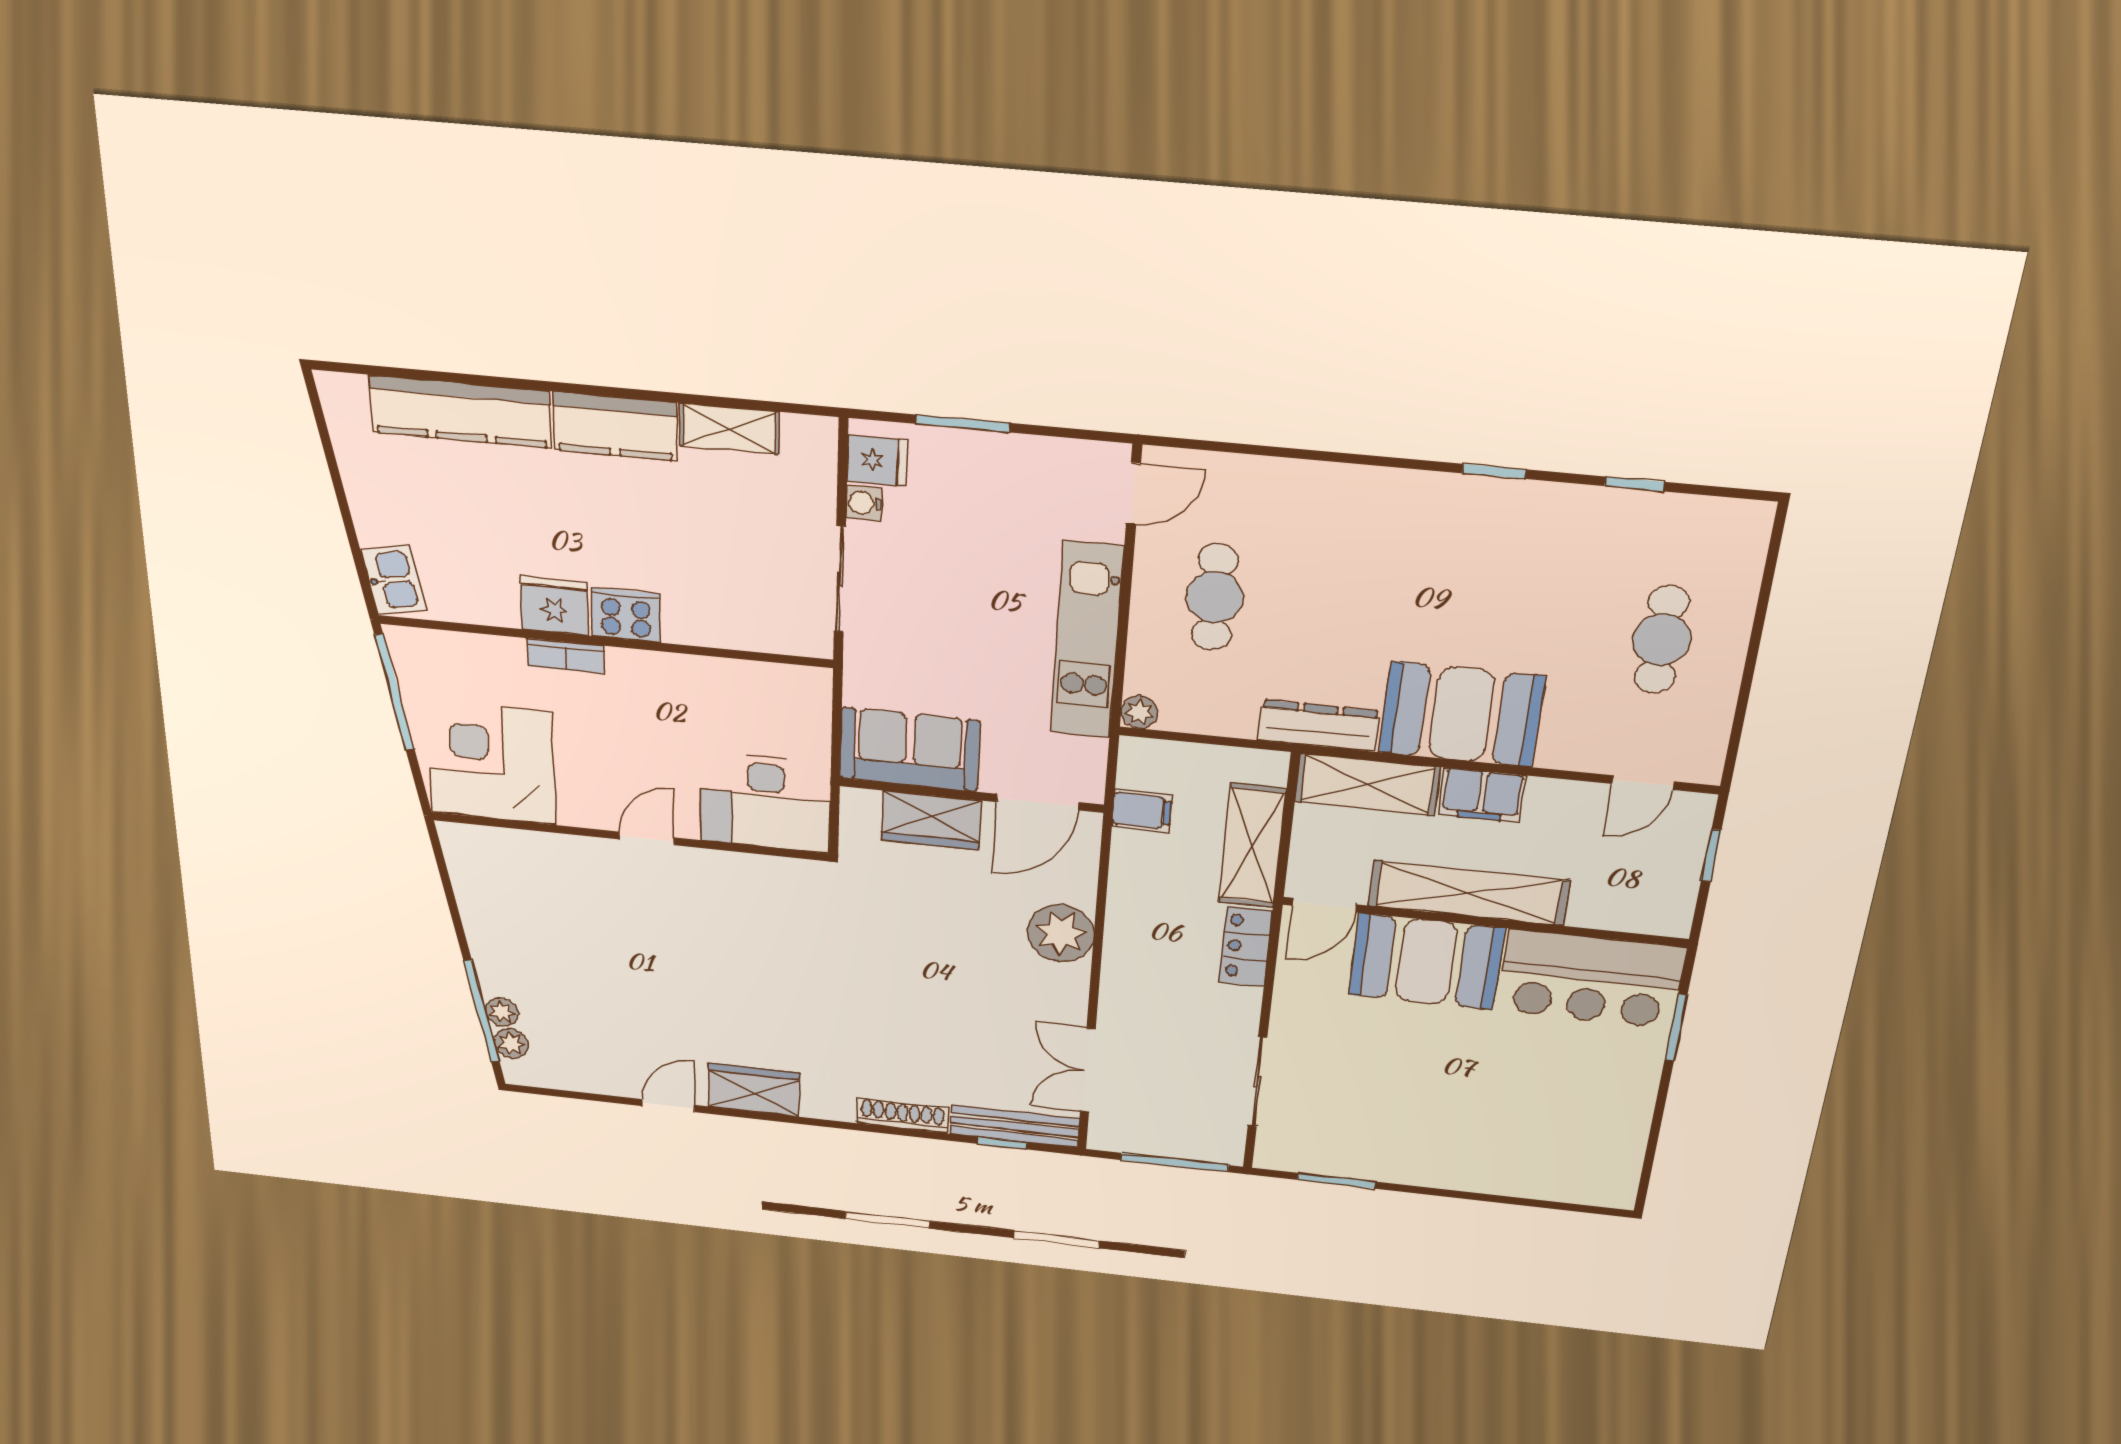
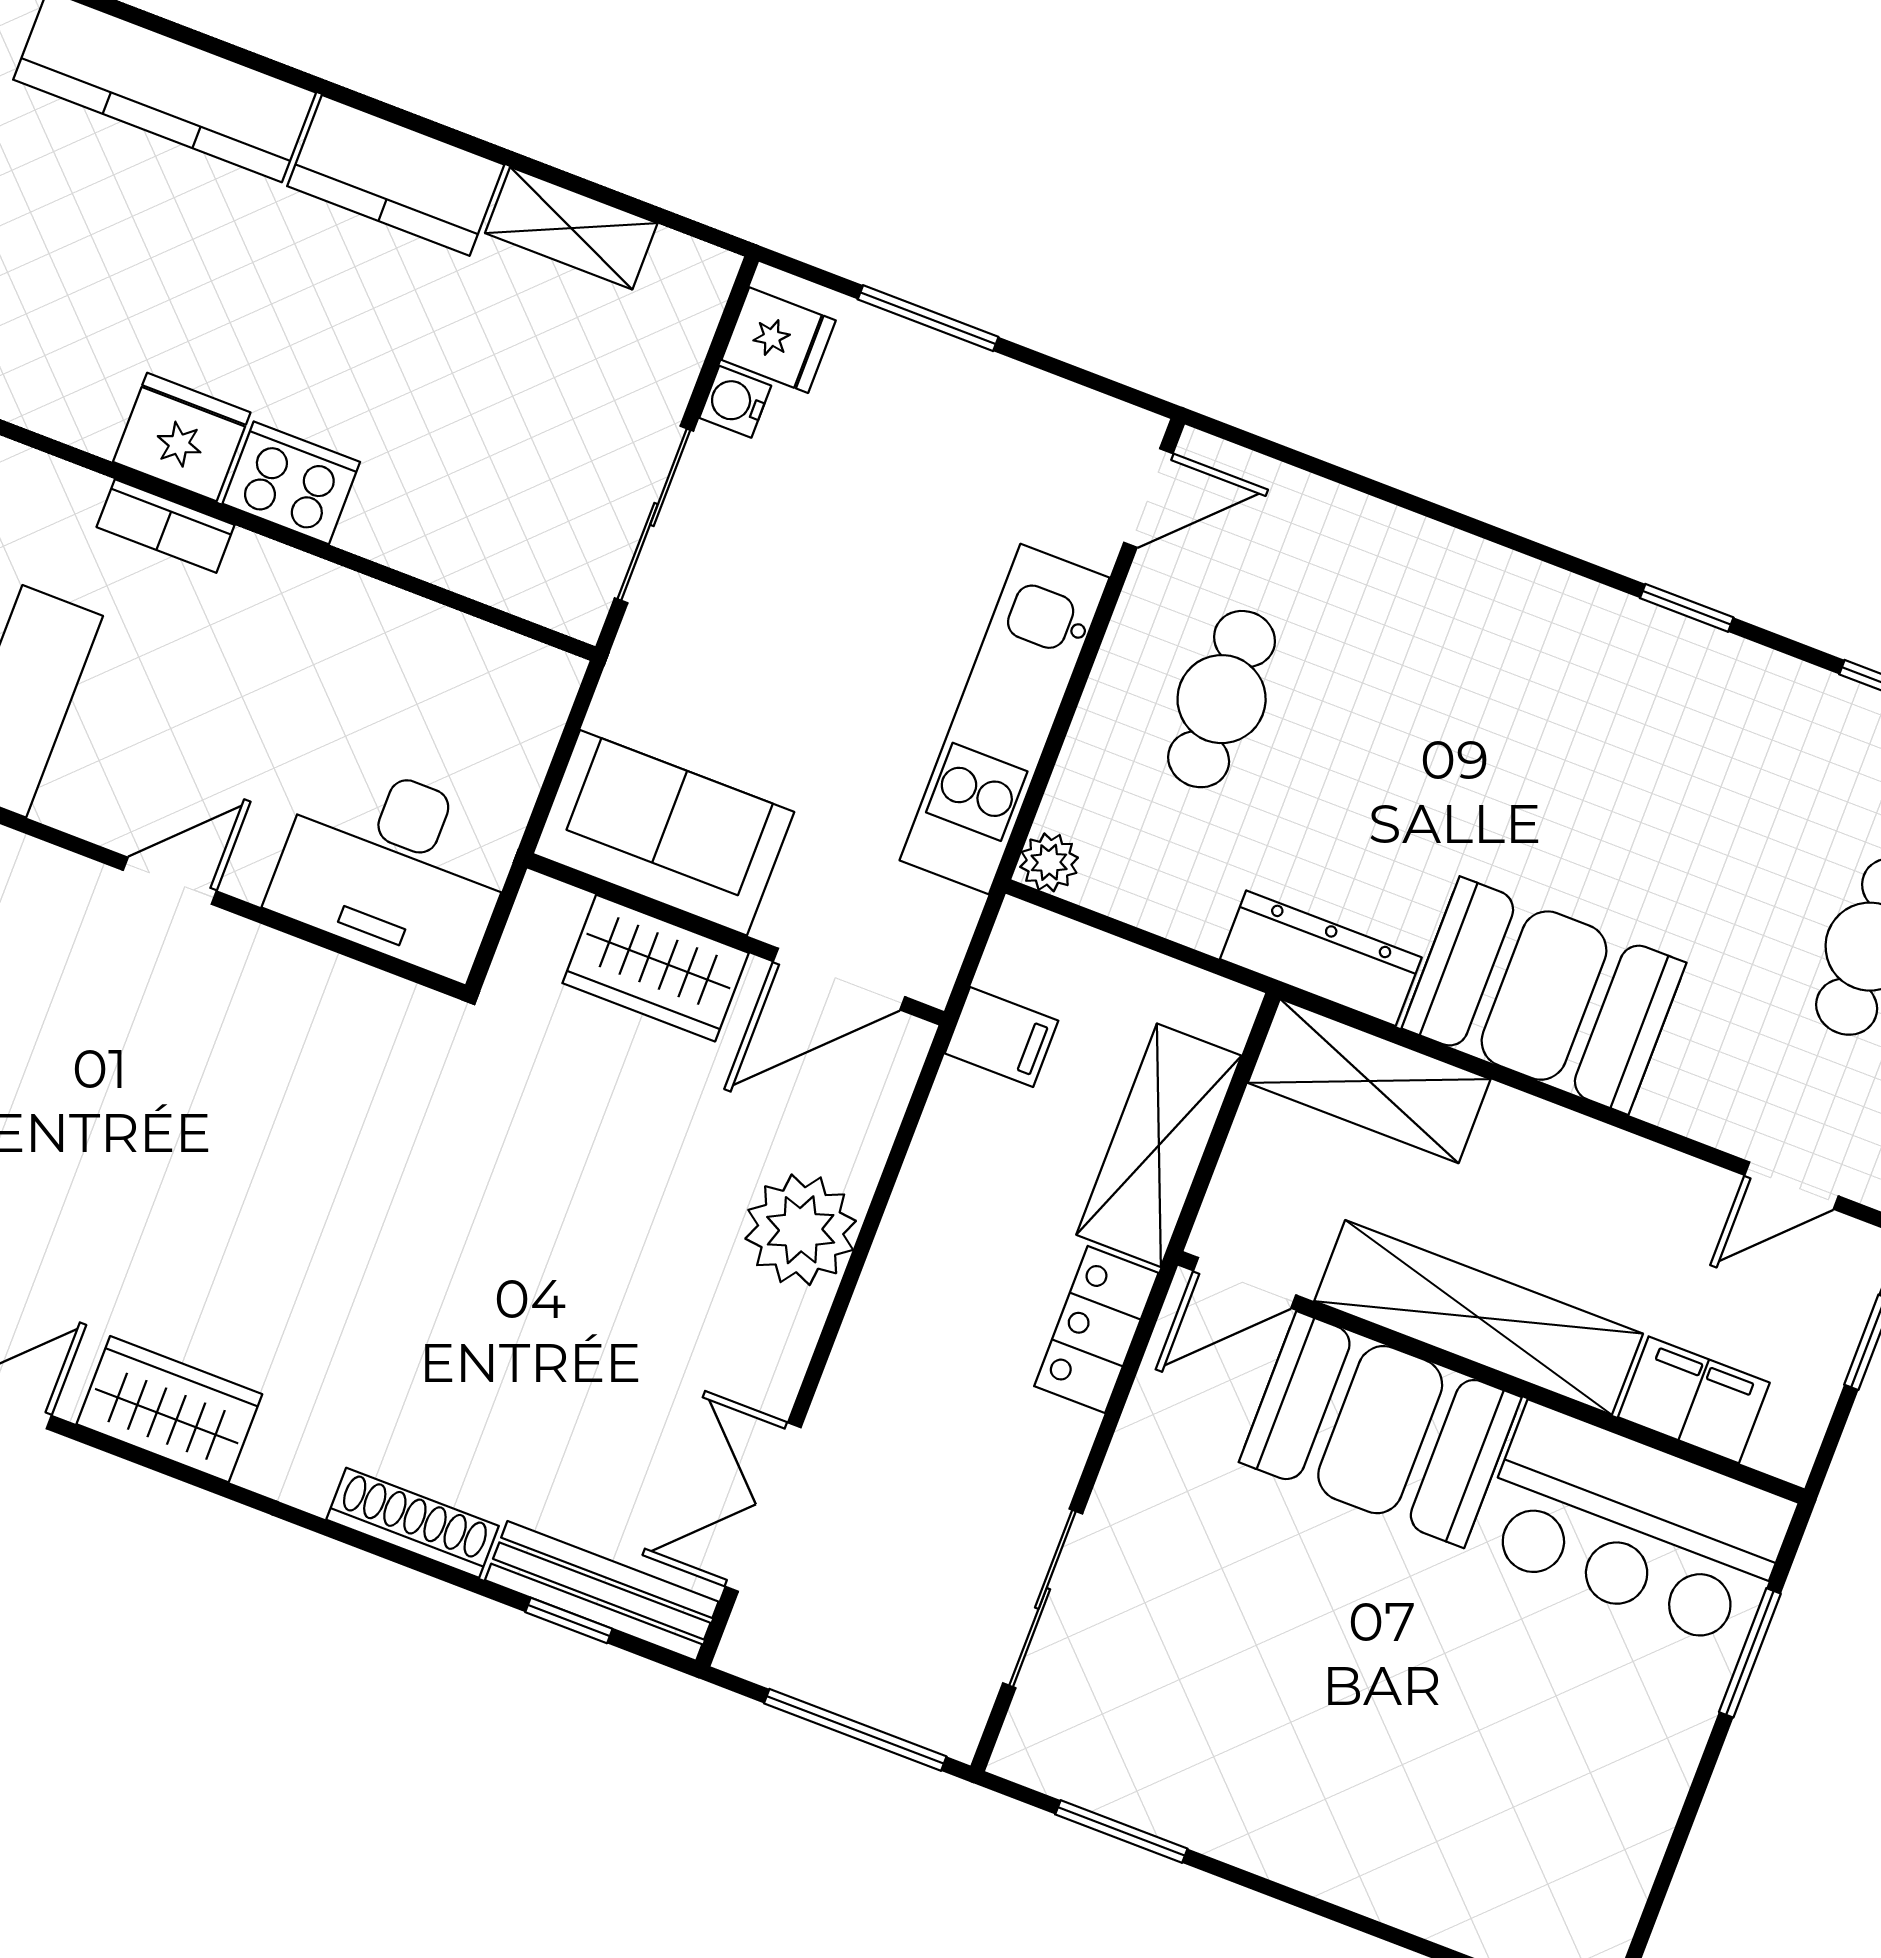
filing cabinet: (1482, 795) -> (1694, 1400), moved, turned 180

